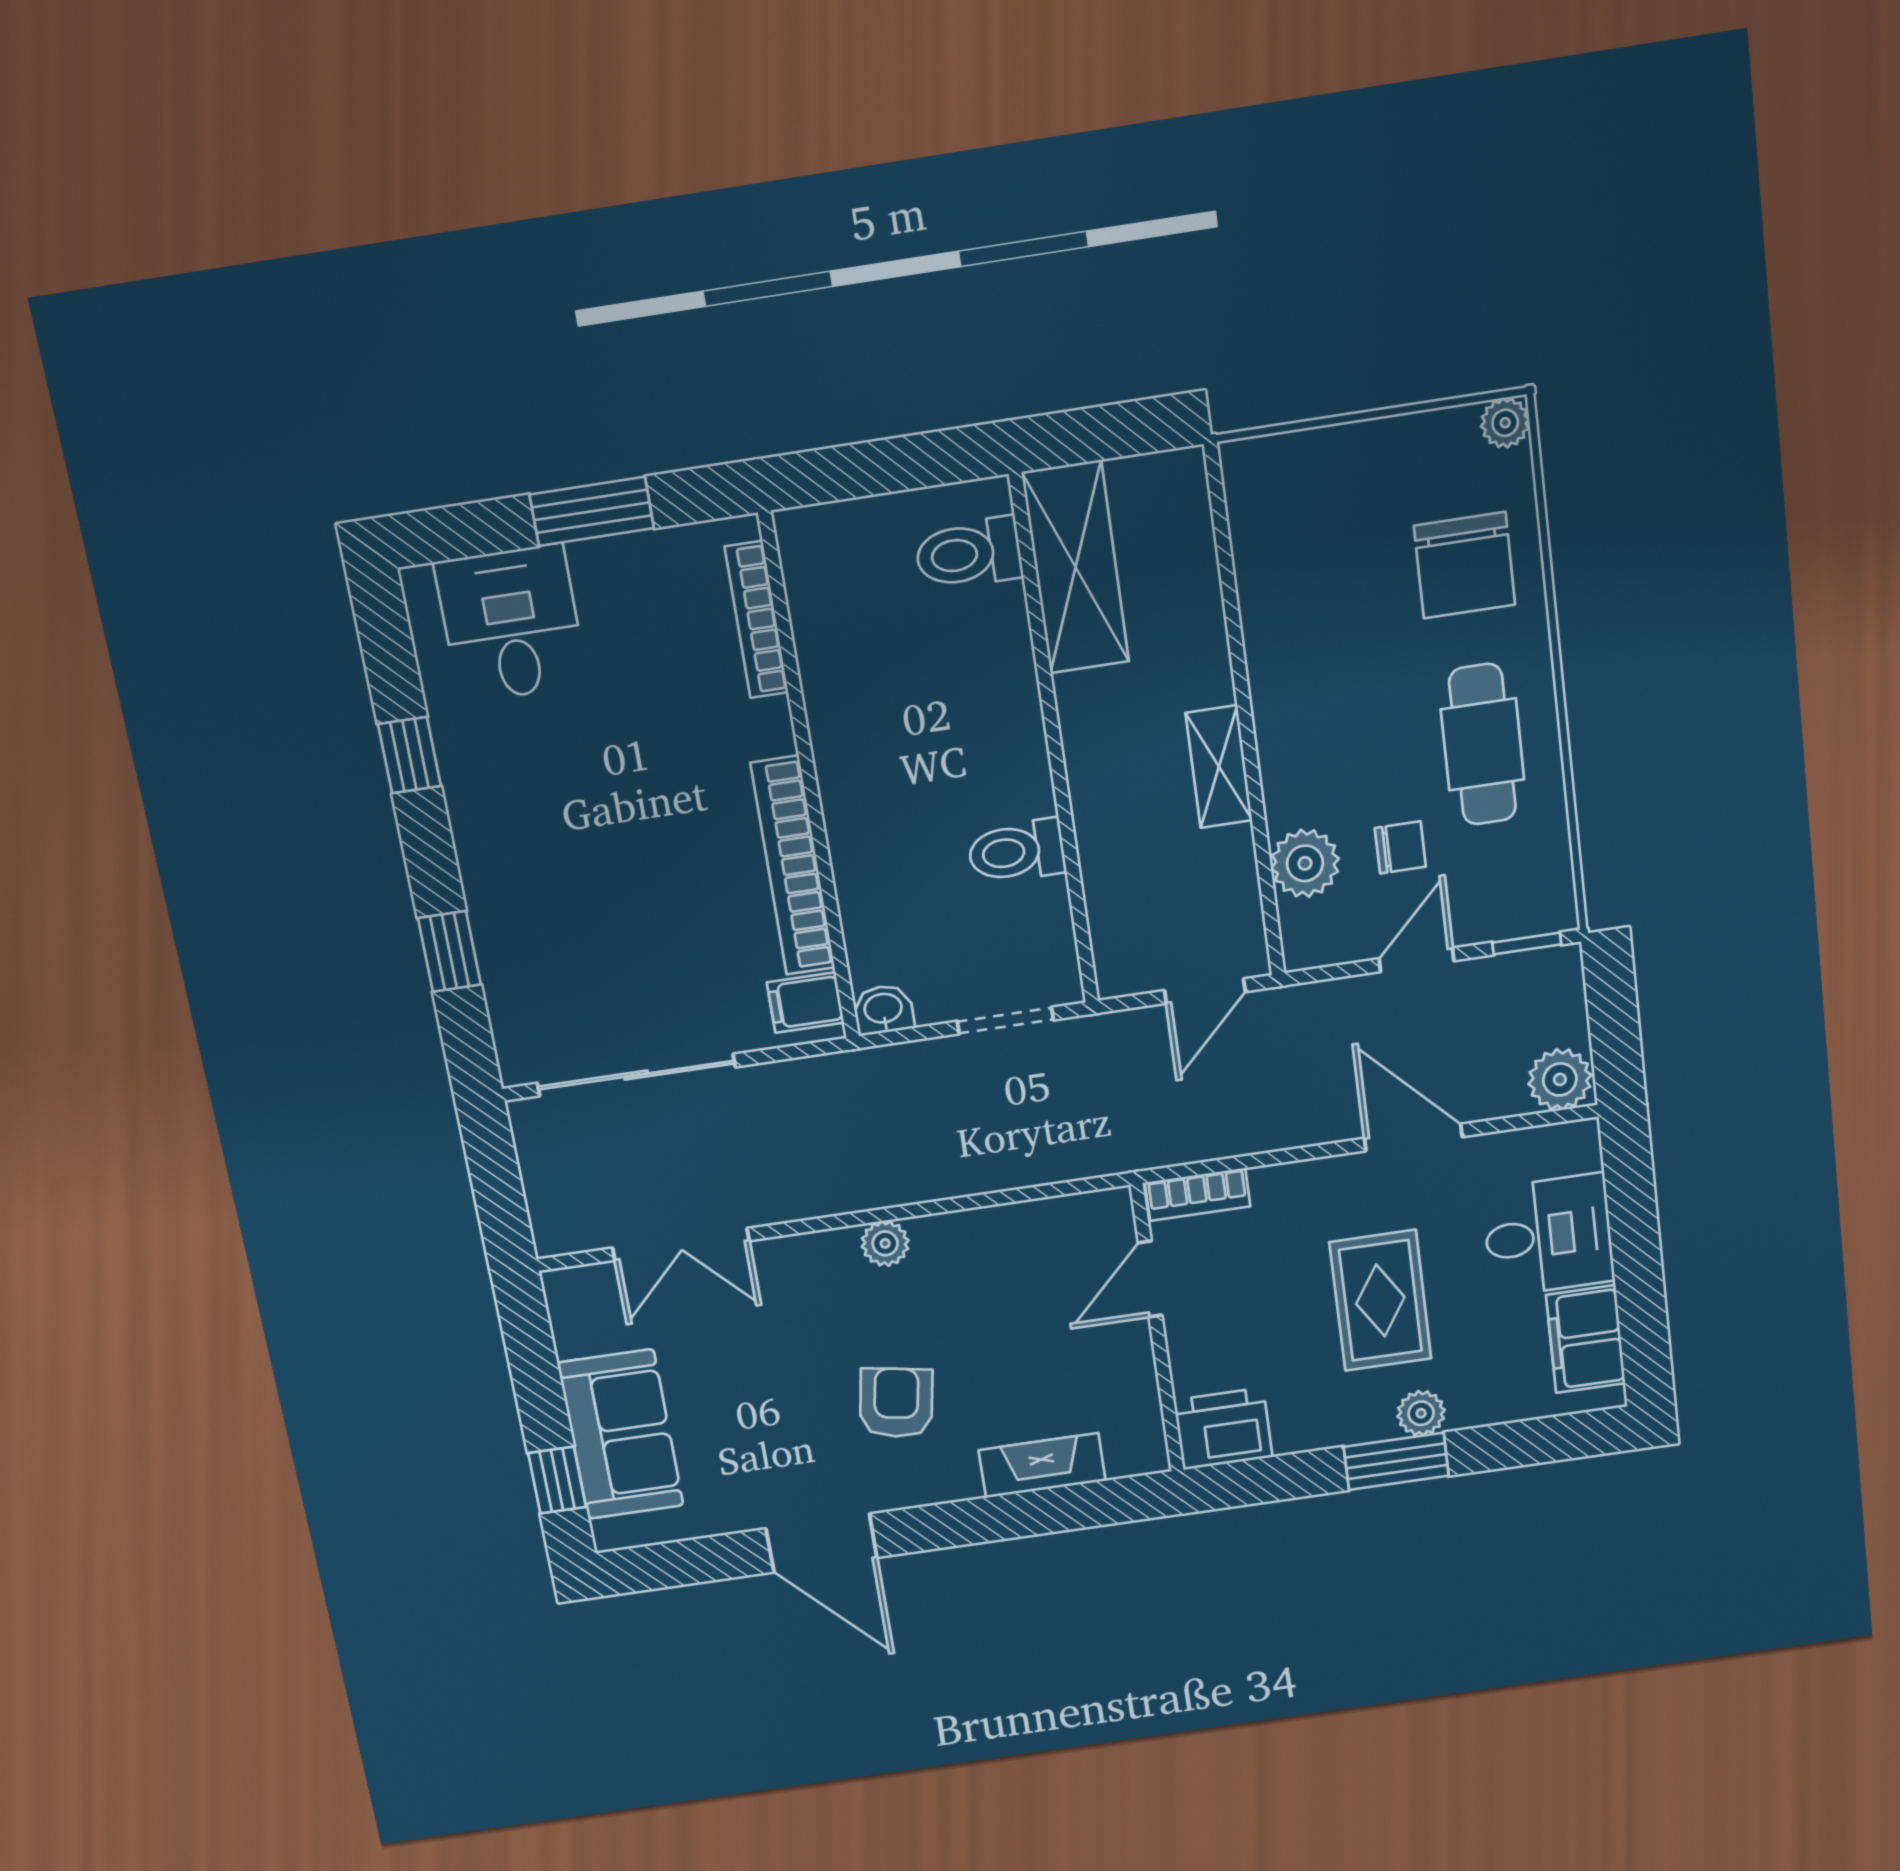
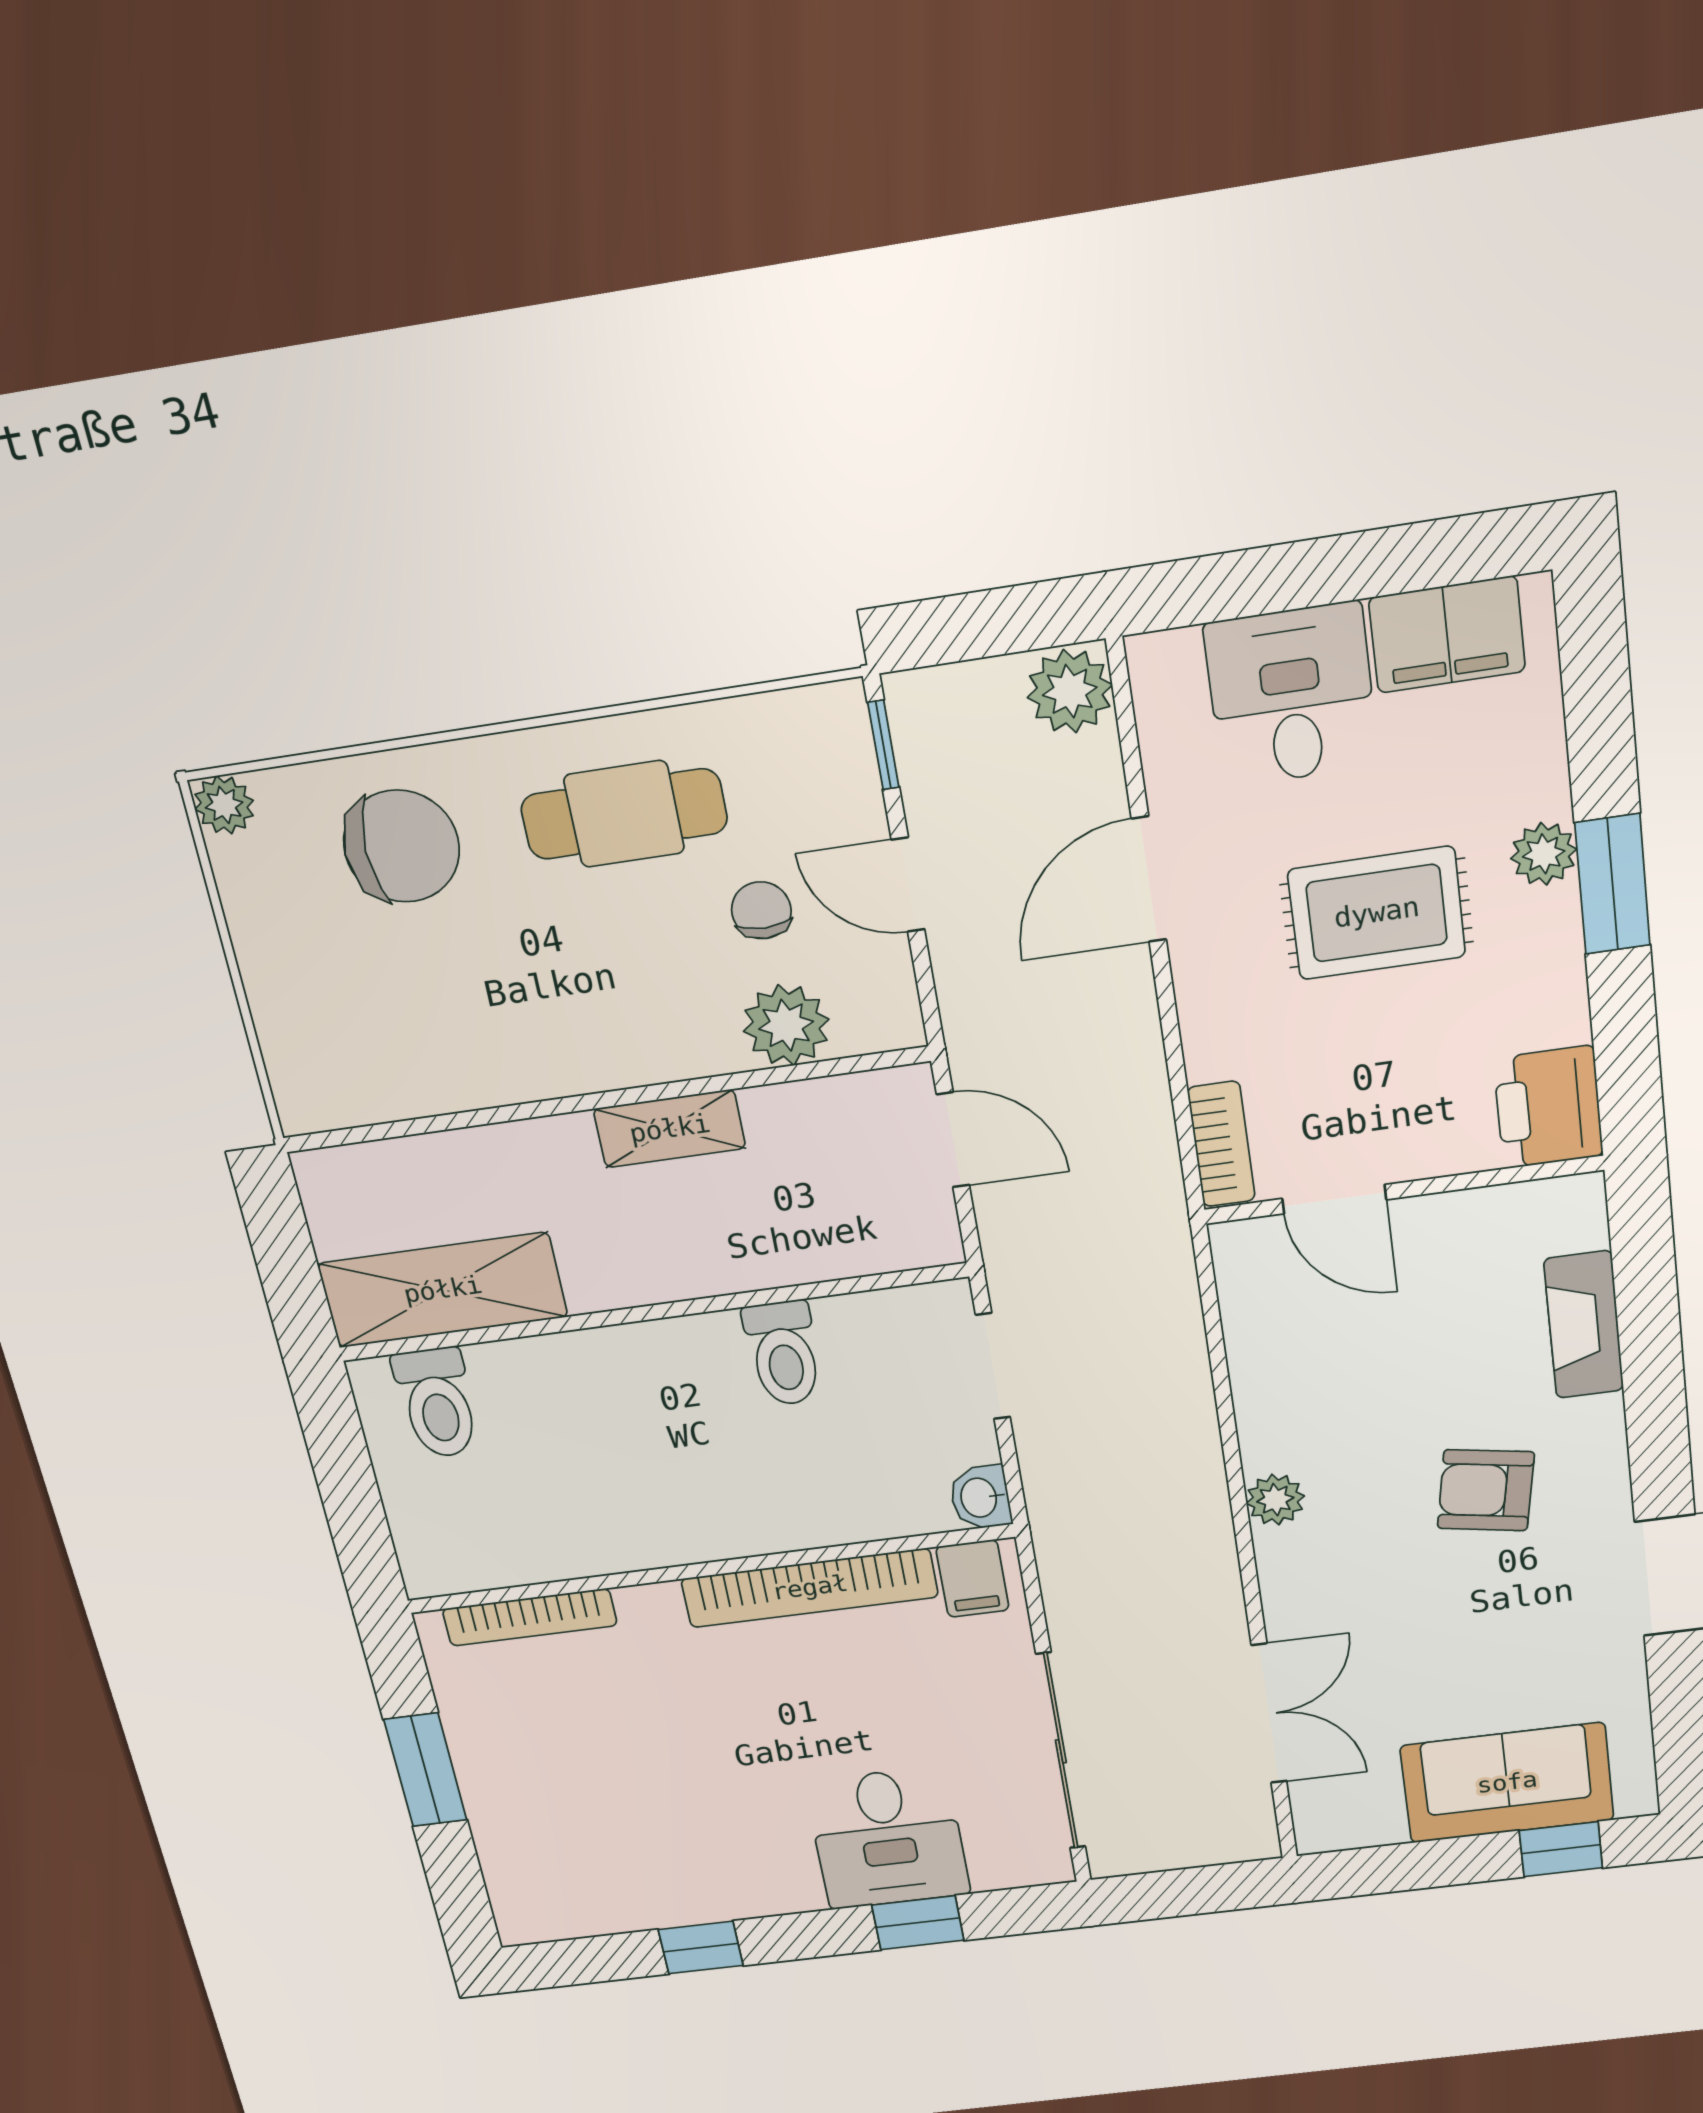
desk: (511, 624) -> (888, 1838), moved, turned -90

